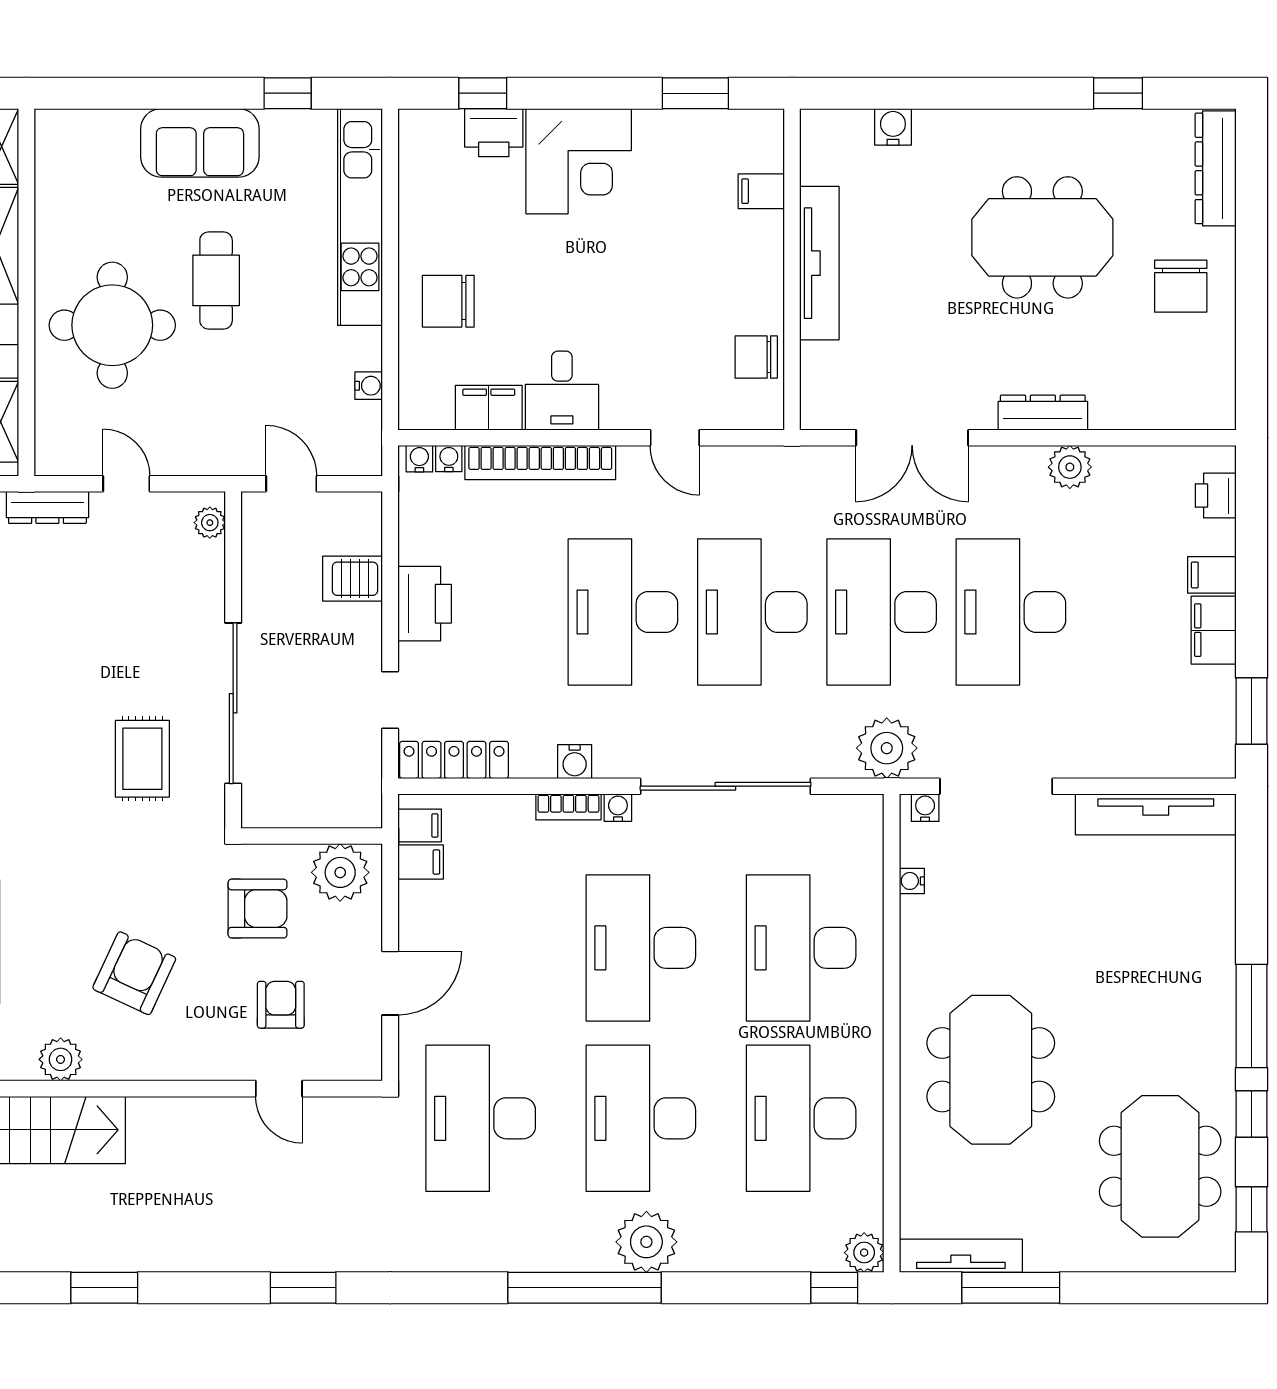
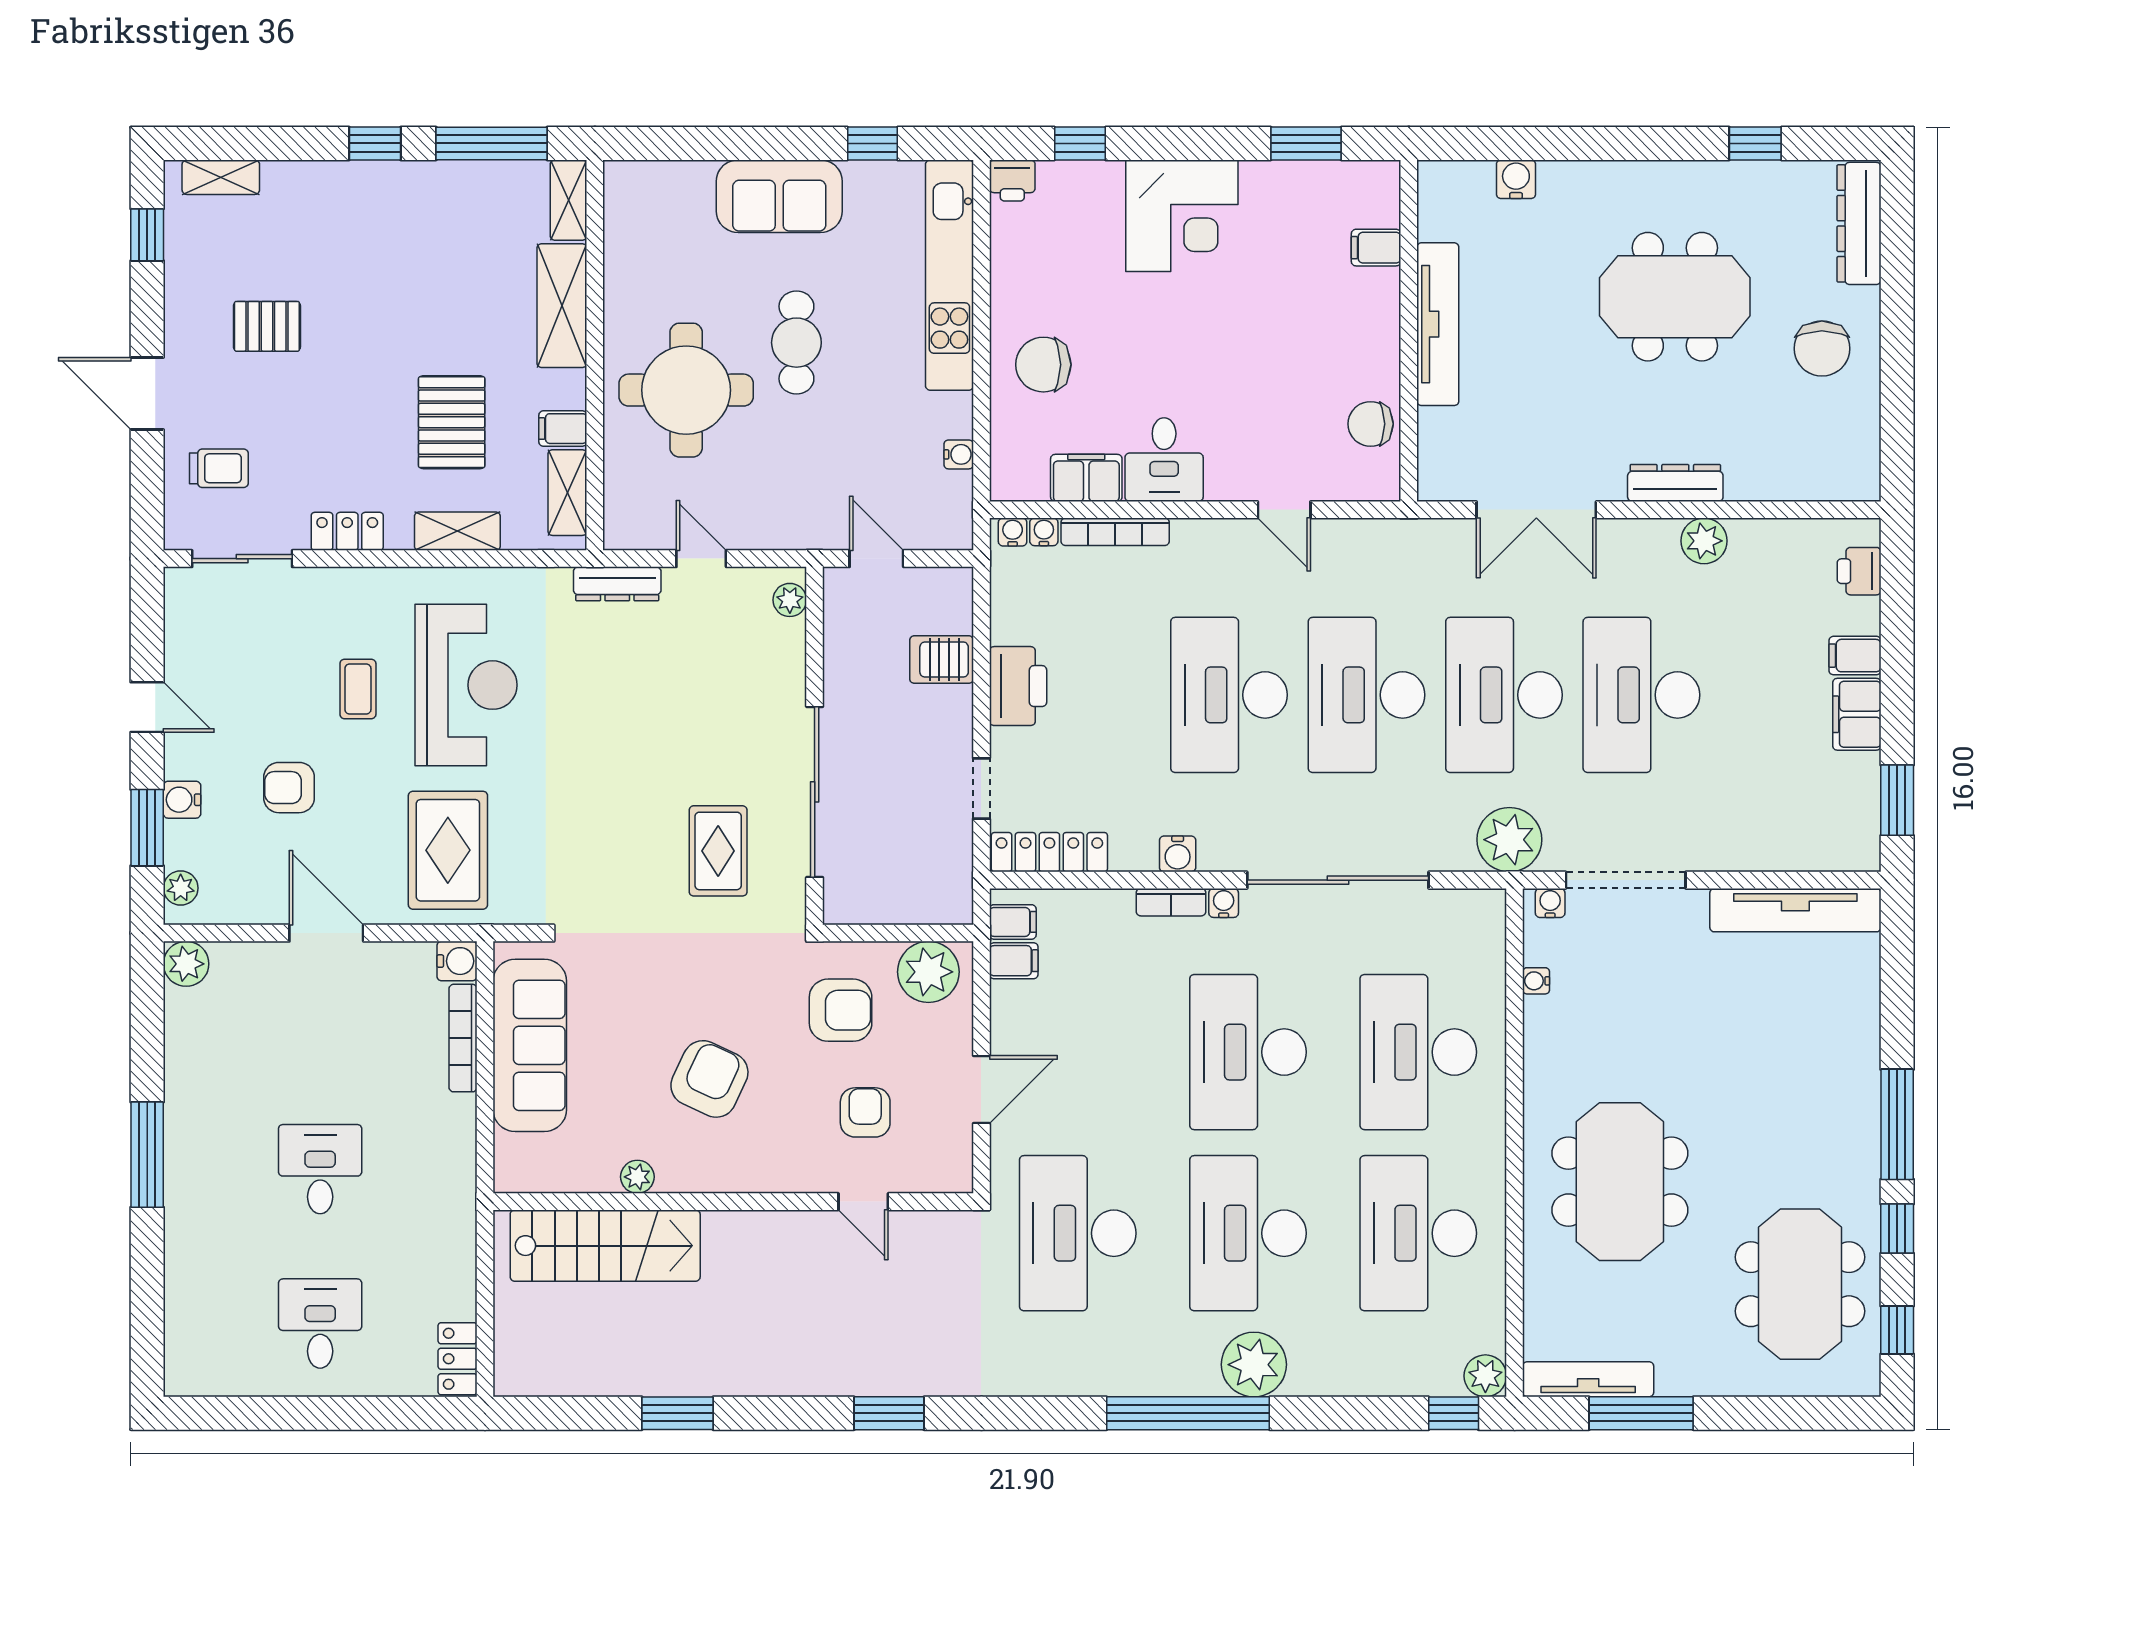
printer: (494, 133) -> (1012, 180), moved, width x0.73, depth x0.81
bookcase: (540, 463) -> (1115, 532), width x0.68, depth x0.76
plant: (61, 1059) -> (637, 1177), width x0.73, depth x0.73

